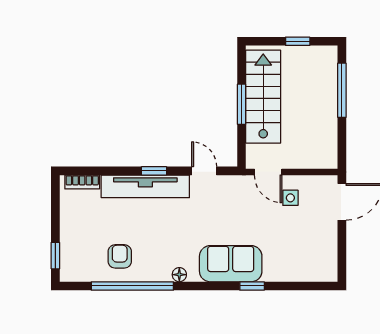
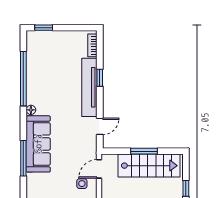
window: (154, 171) -> (100, 78), moved
armchair: (120, 256) -> (43, 70), removed
sofa: (231, 264) -> (38, 144), width x1.36
window: (252, 286) -> (23, 158), width x2.17

